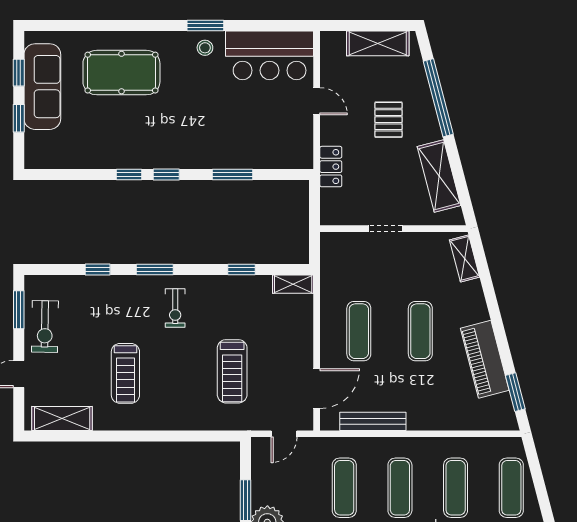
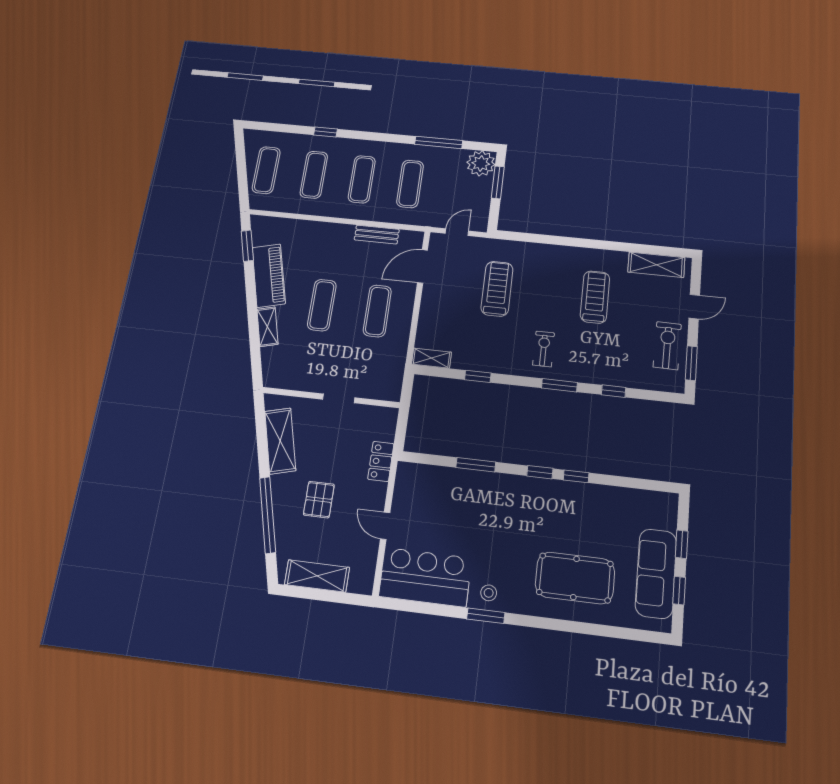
shelving: (465, 258) -> (268, 327), moved
bench: (373, 421) -> (377, 235), width x0.73

